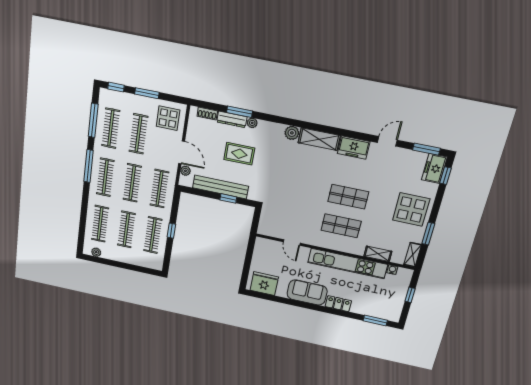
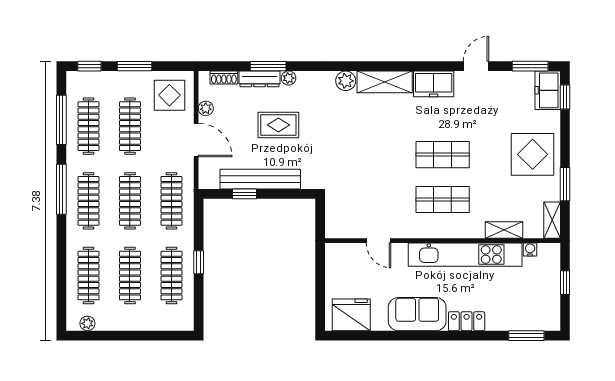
plant: (185, 171) -> (206, 108), moved
window: (228, 198) -> (244, 194), moved

